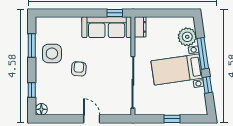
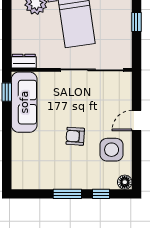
window: (32, 45) -> (67, 194), moved
side table: (52, 54) -> (112, 150), moved

